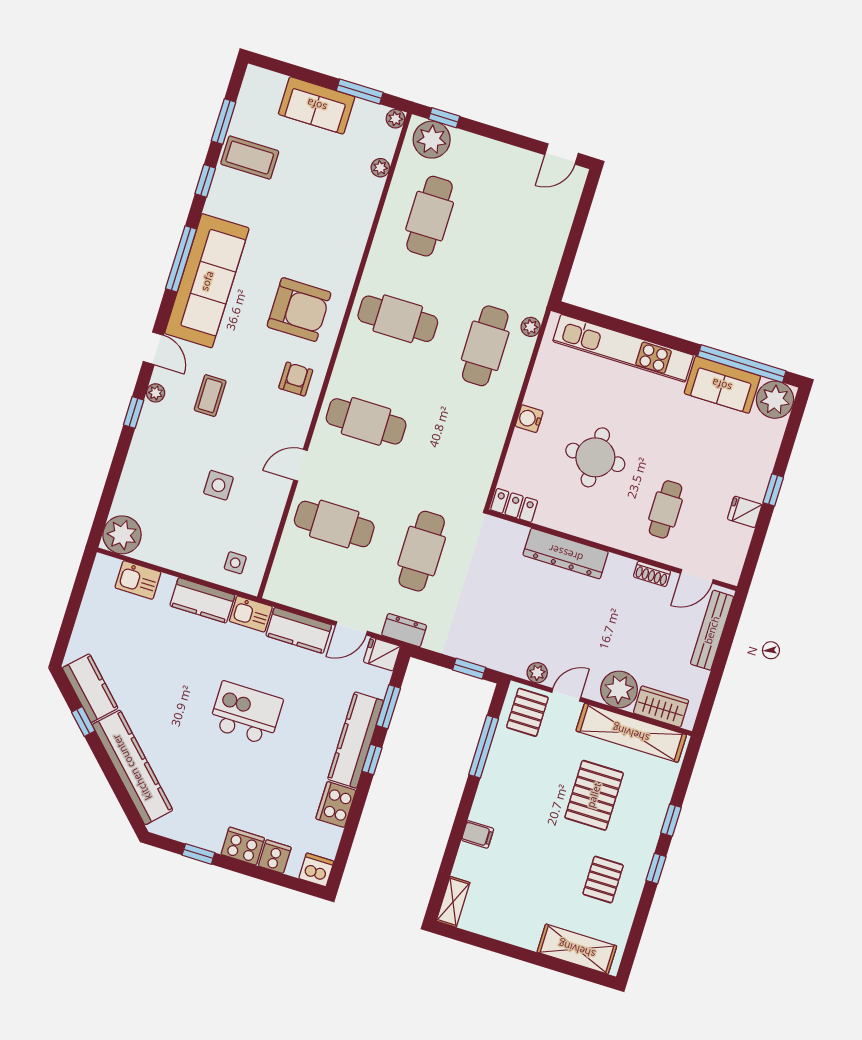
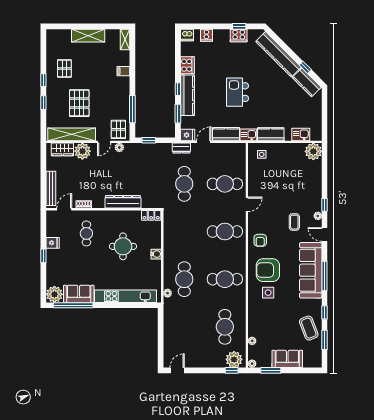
coffee table: (250, 158) -> (309, 328), turned 69
side table: (218, 485) -> (268, 293), moved
kitchen island: (246, 713) -> (237, 92), turned 90
cooker: (243, 846) -> (239, 35), moved
shelving: (577, 949) -> (88, 36), moved

